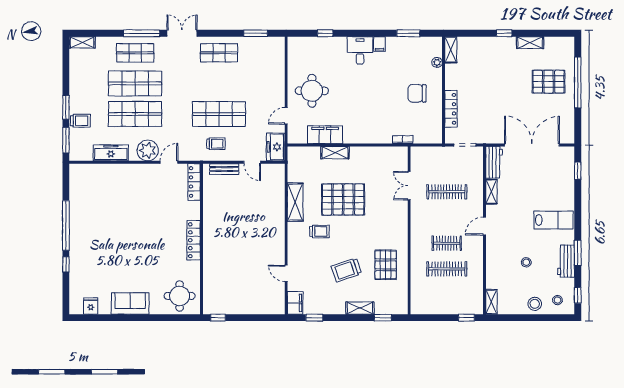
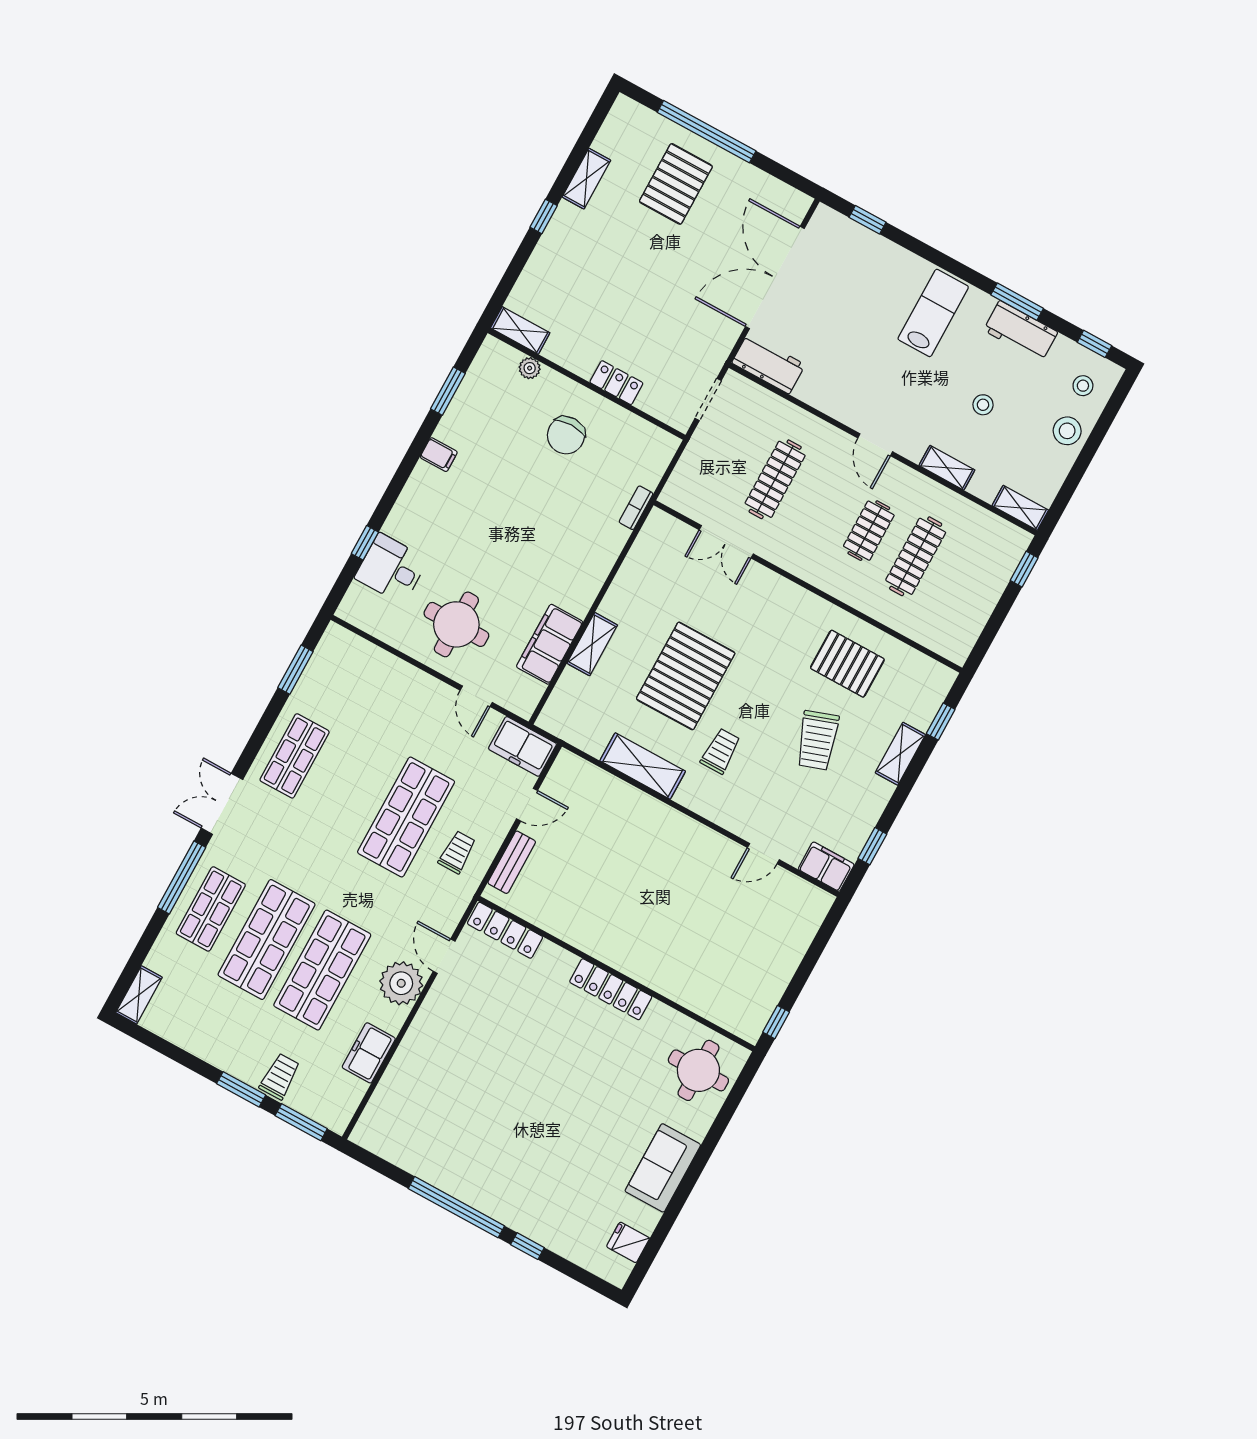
desk: (360, 50) -> (391, 569), moved
locker: (451, 109) -> (616, 383), width x0.66
freezer: (111, 153) -> (369, 1053), width x0.71
shelving: (491, 192) -> (947, 468), moved

